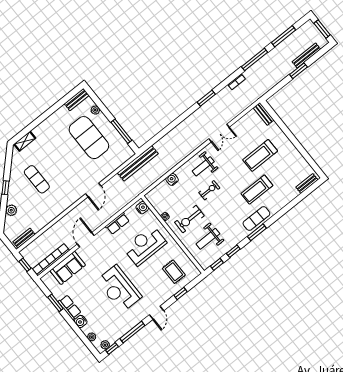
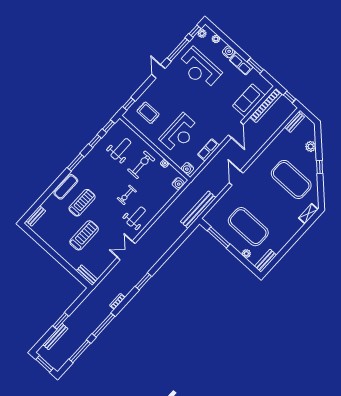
exercise mat: (37, 179) -> (291, 179), width x2.00, depth x1.45
water cooler: (172, 179) -> (178, 184), moved
exercise mat: (256, 218) -> (66, 187), moved
reception desk: (119, 289) -> (199, 68), moved, turned 180
window: (181, 293) -> (129, 104), moved

